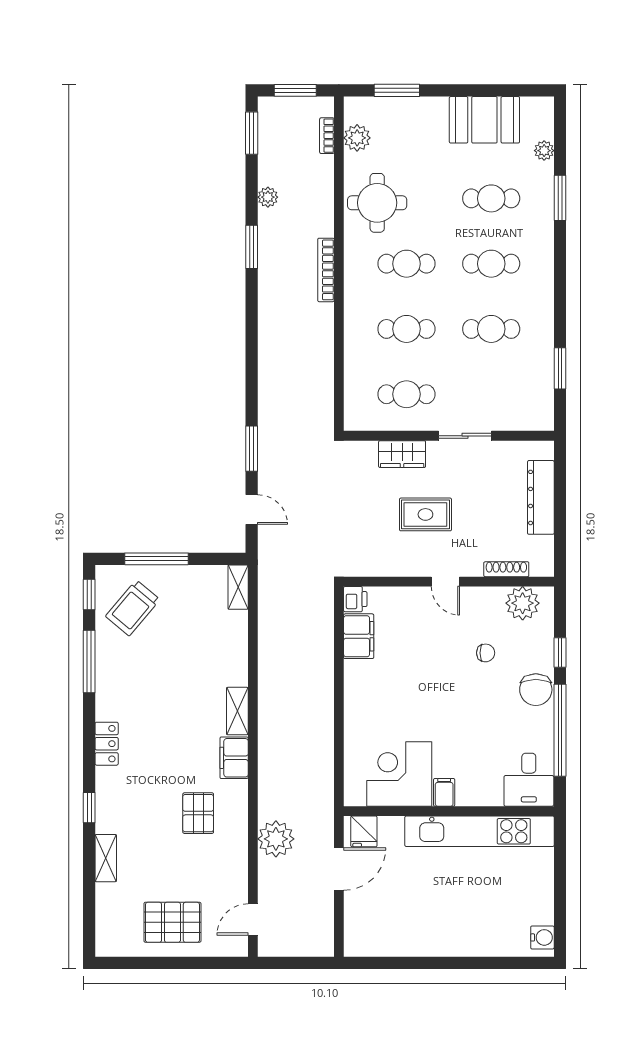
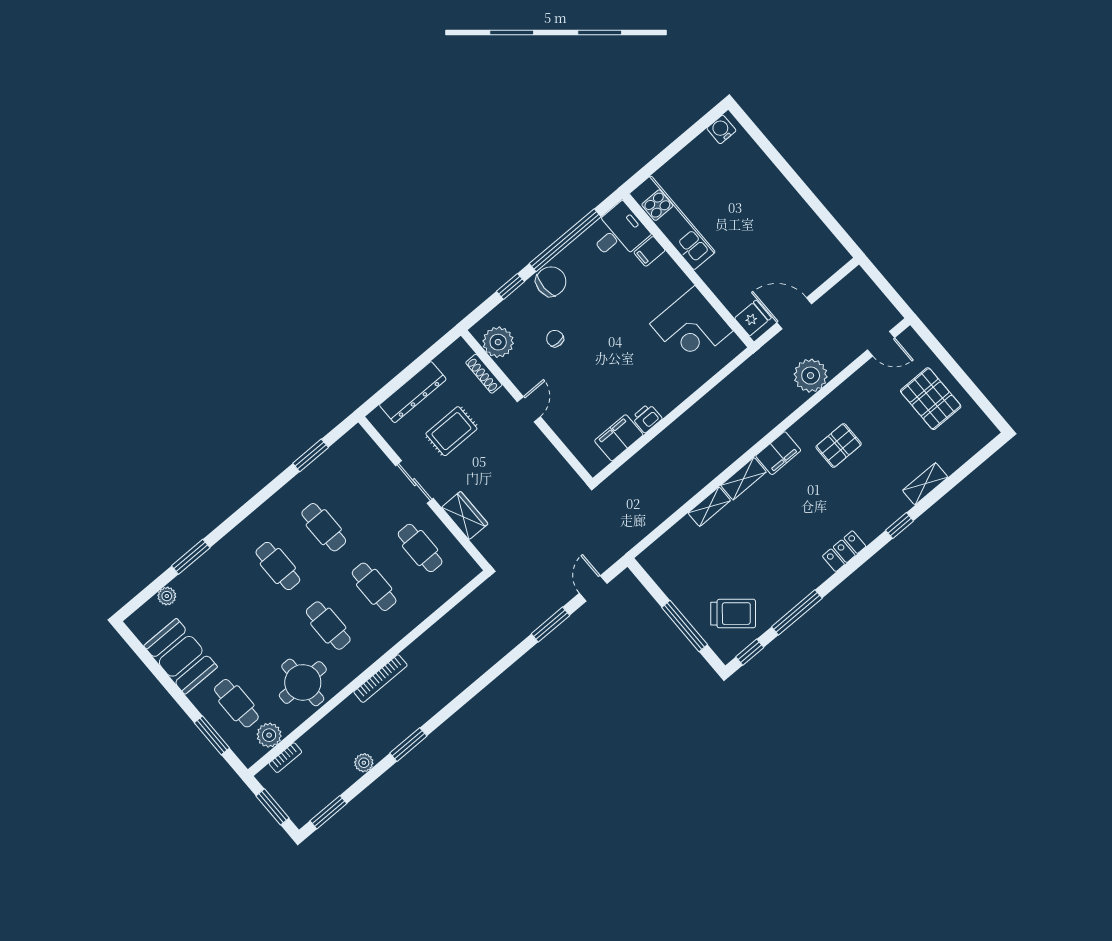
cafe table: (491, 198) -> (236, 703), moved
rug: (425, 514) -> (451, 431), moved, turned 90
shelving: (238, 587) -> (709, 507), moved
printer: (355, 599) -> (647, 418), moved
filing cabinet: (444, 792) -> (649, 251), moved
kitchen unit: (479, 831) -> (672, 223), width x0.73

